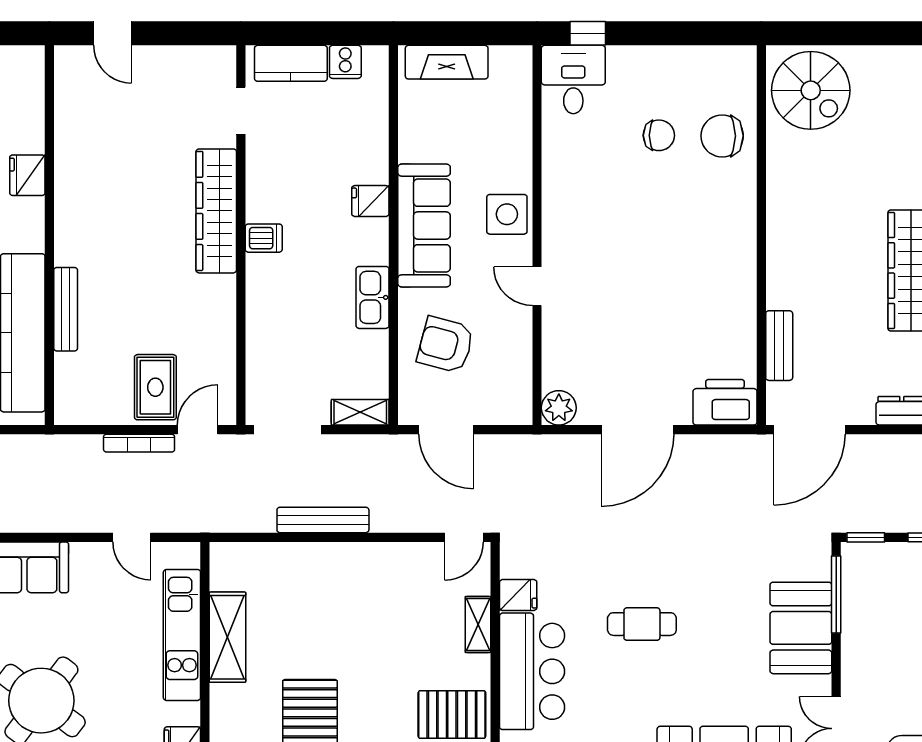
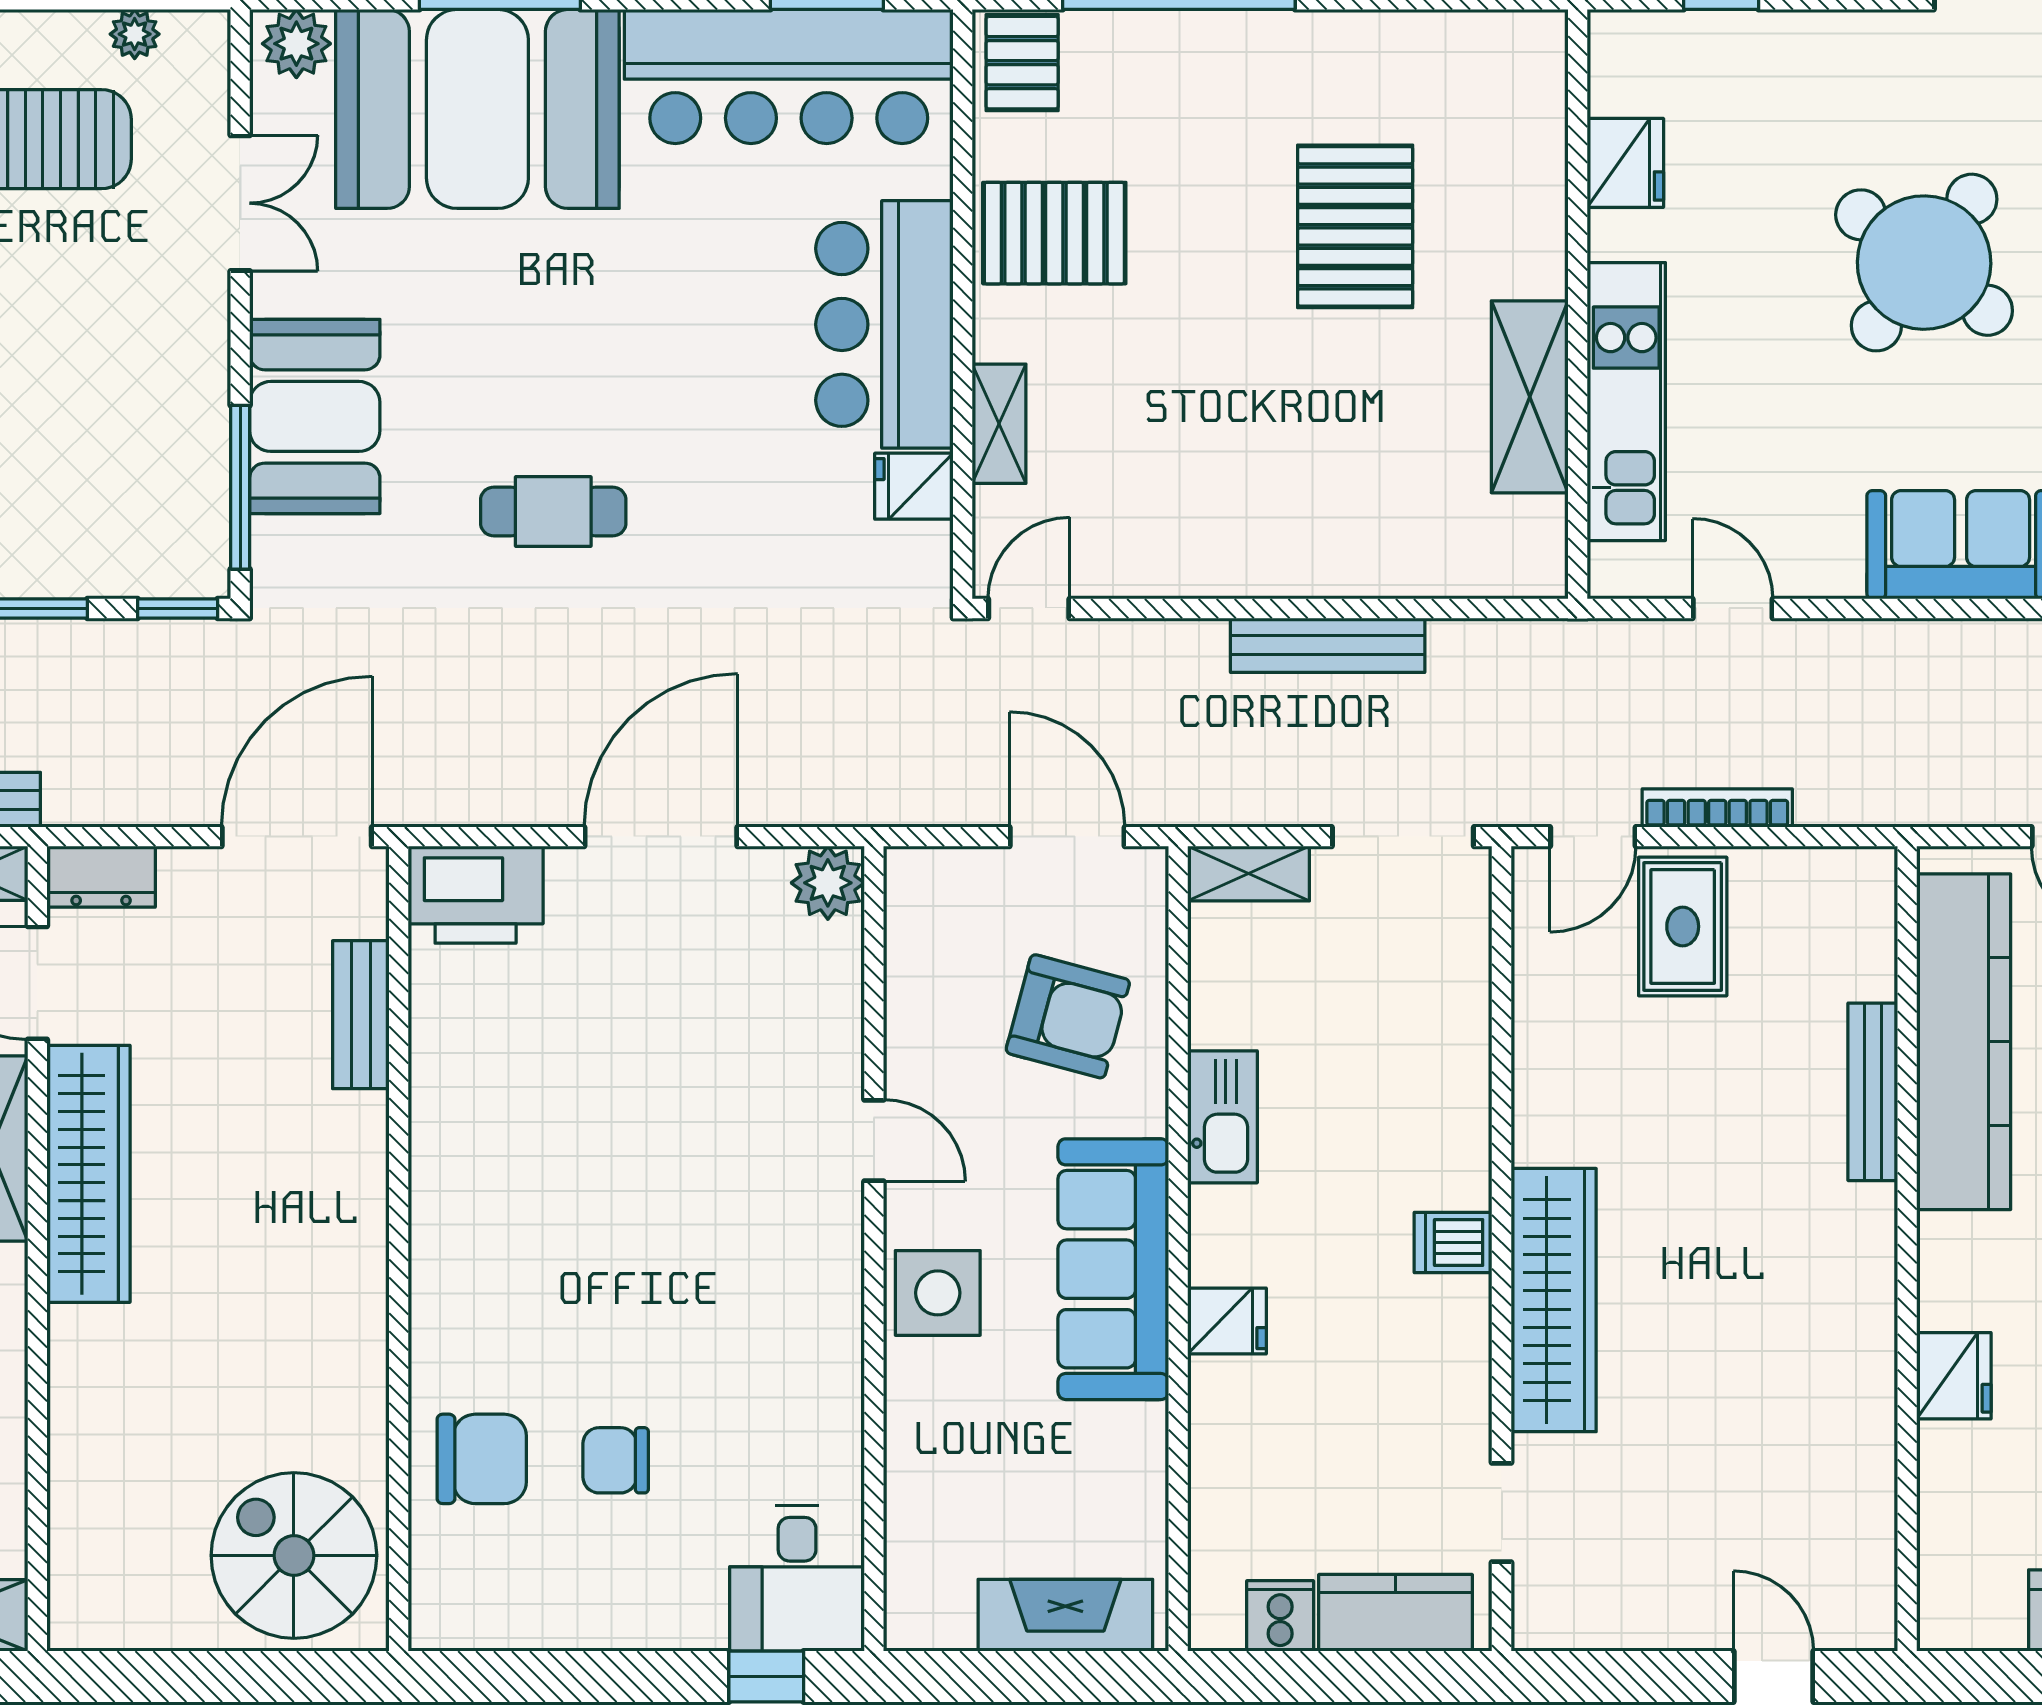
cafe table: (642, 624) -> (553, 511), moved

